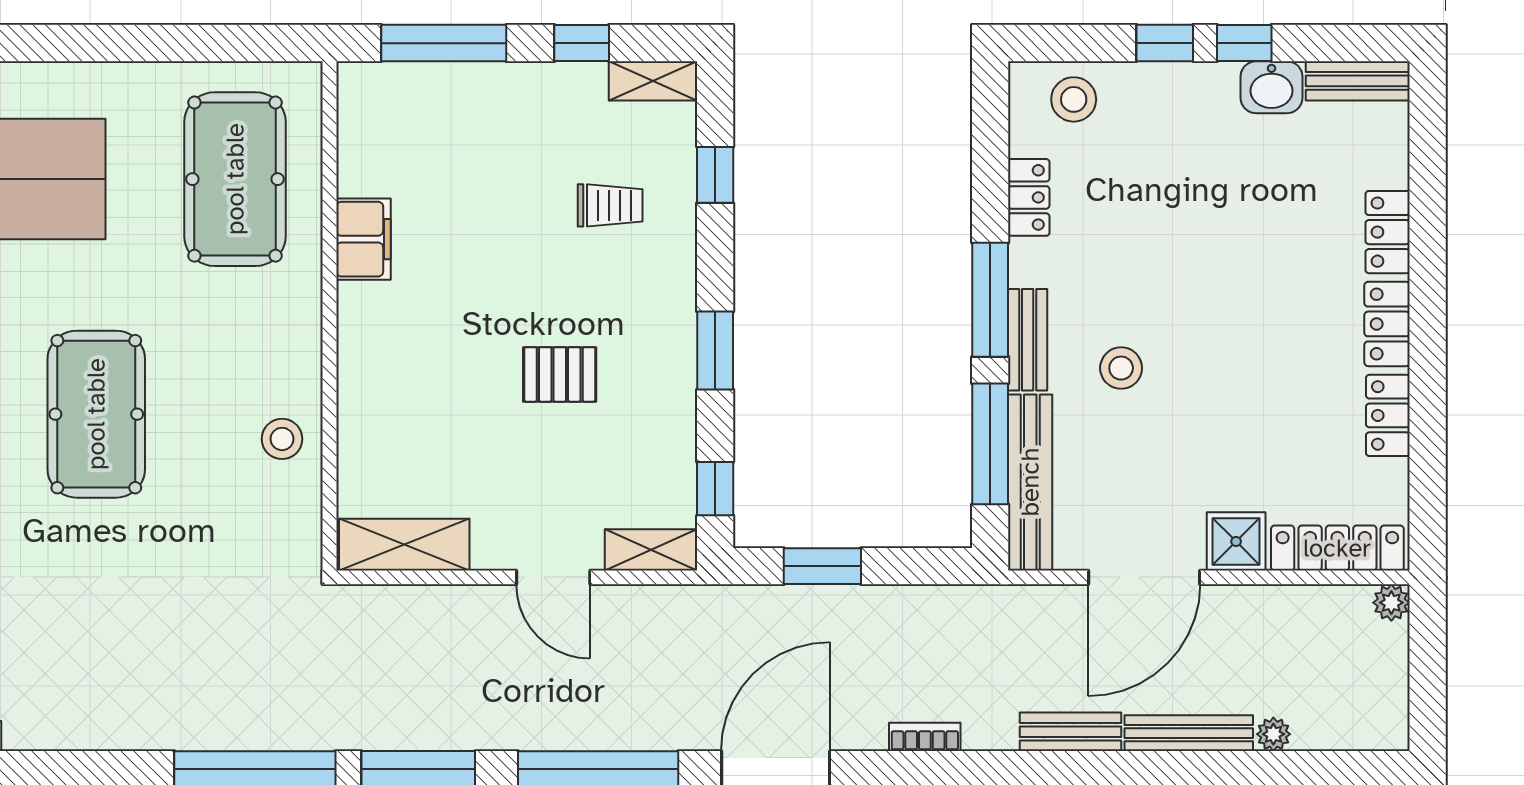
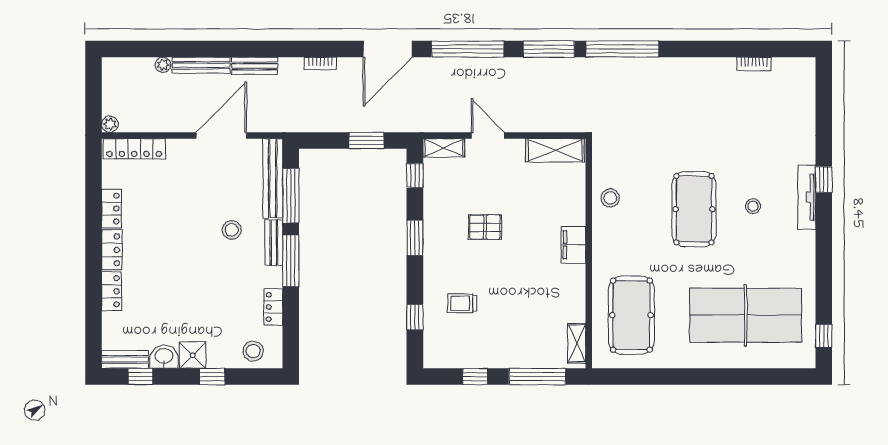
window: (1244, 43) -> (140, 377), moved
shelving: (653, 81) -> (577, 343), moved, turned 90
filing cabinet: (363, 239) -> (573, 245), moved
shower: (1236, 541) -> (193, 355), moved

